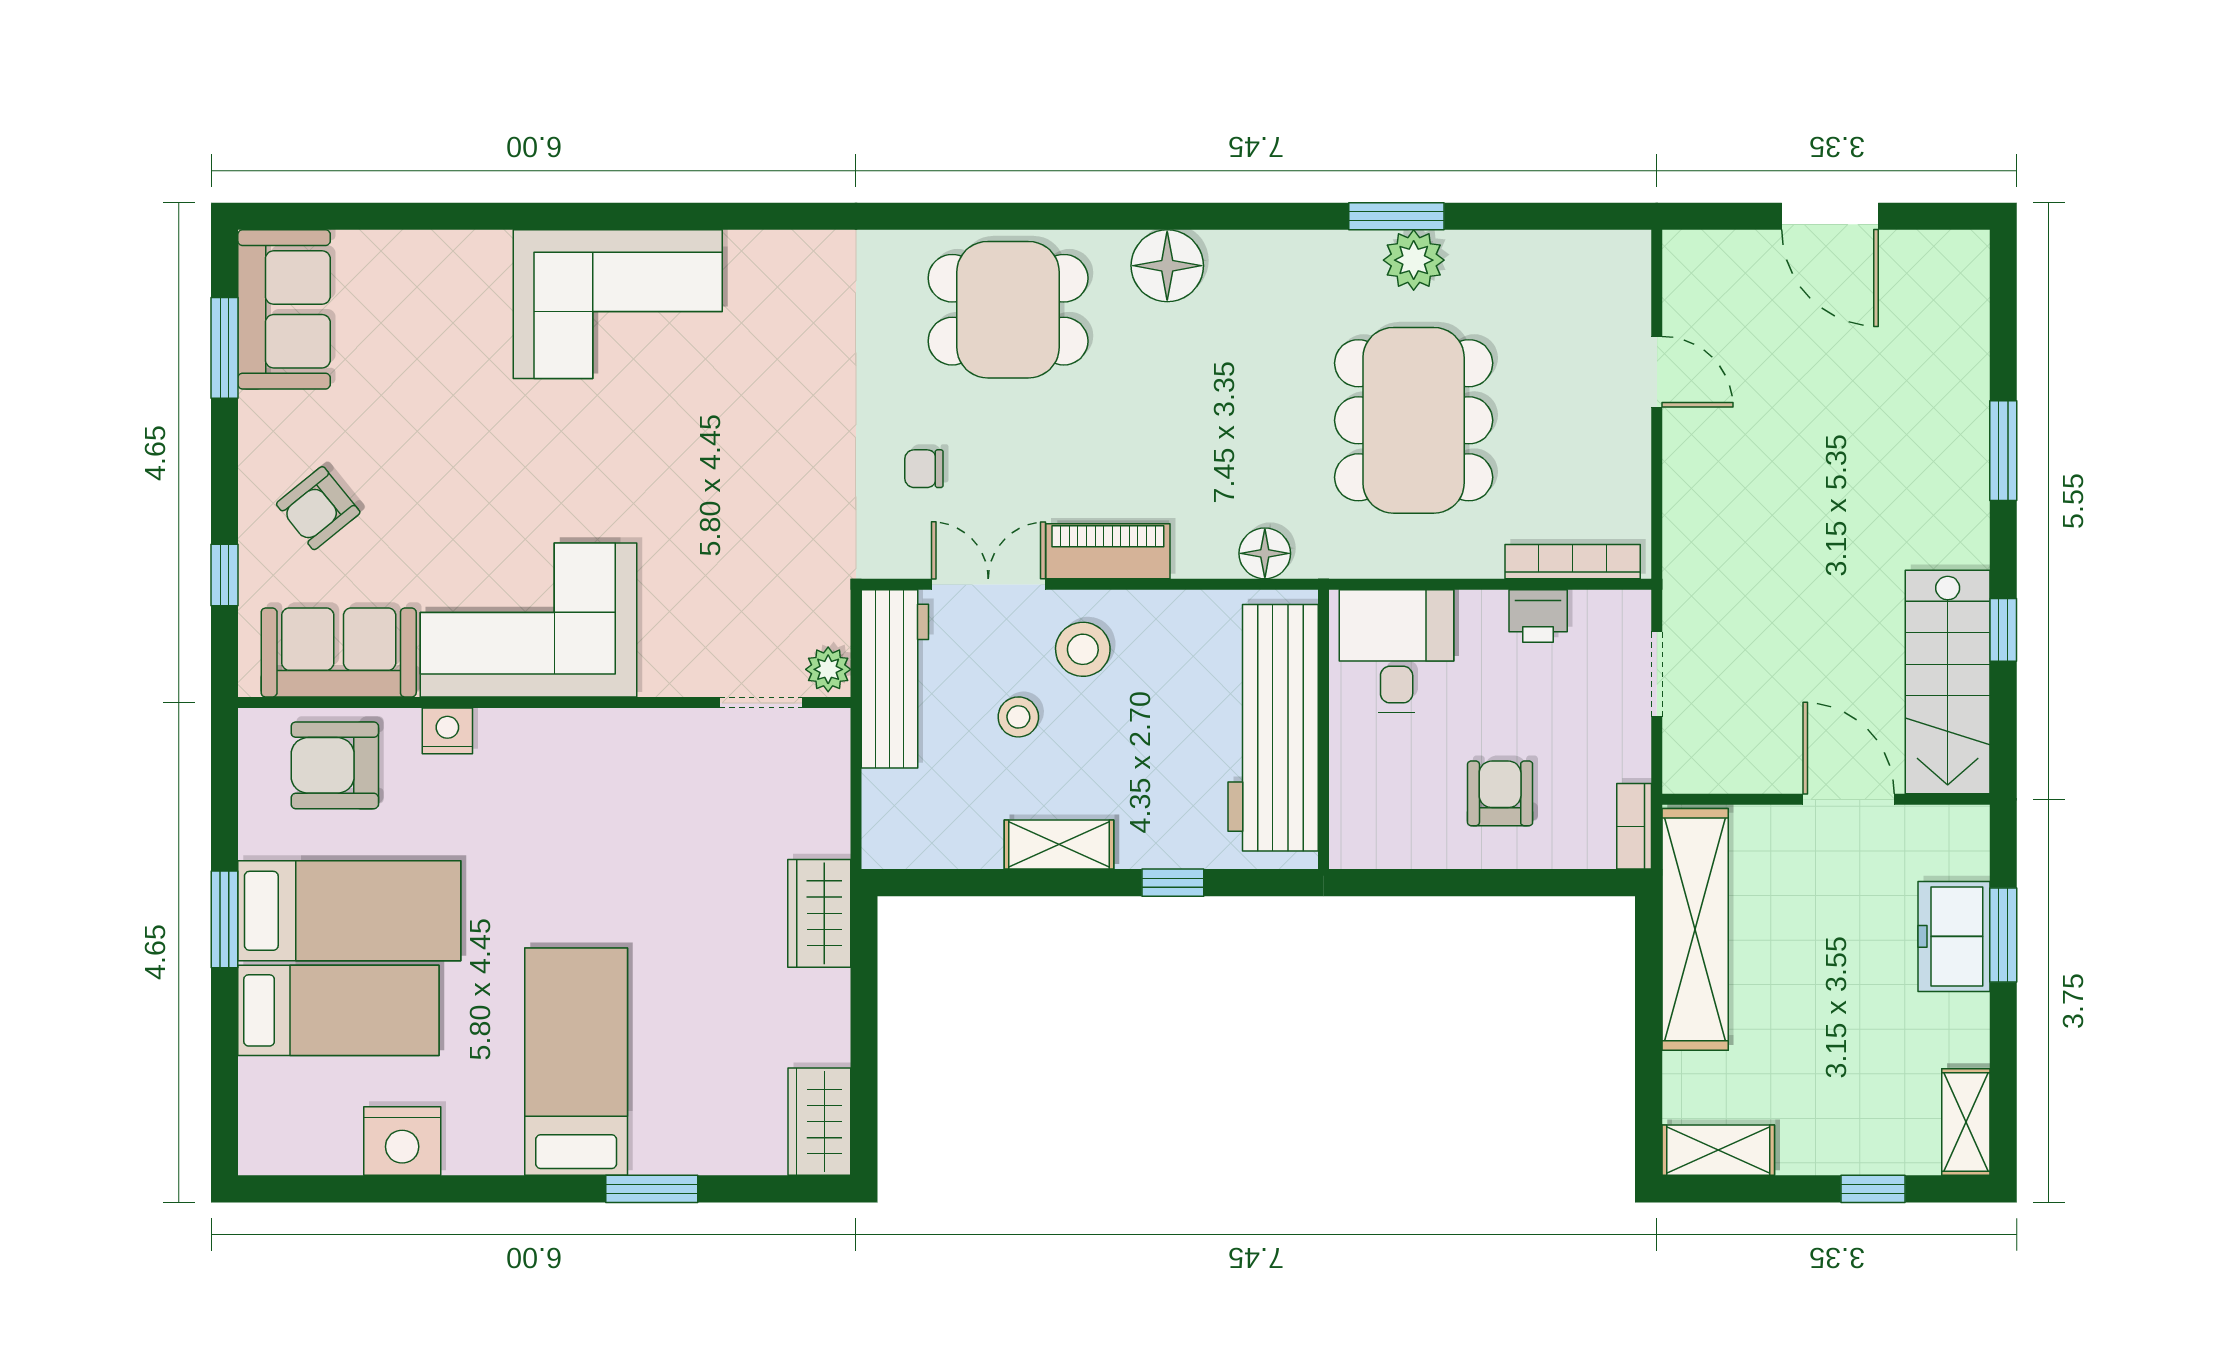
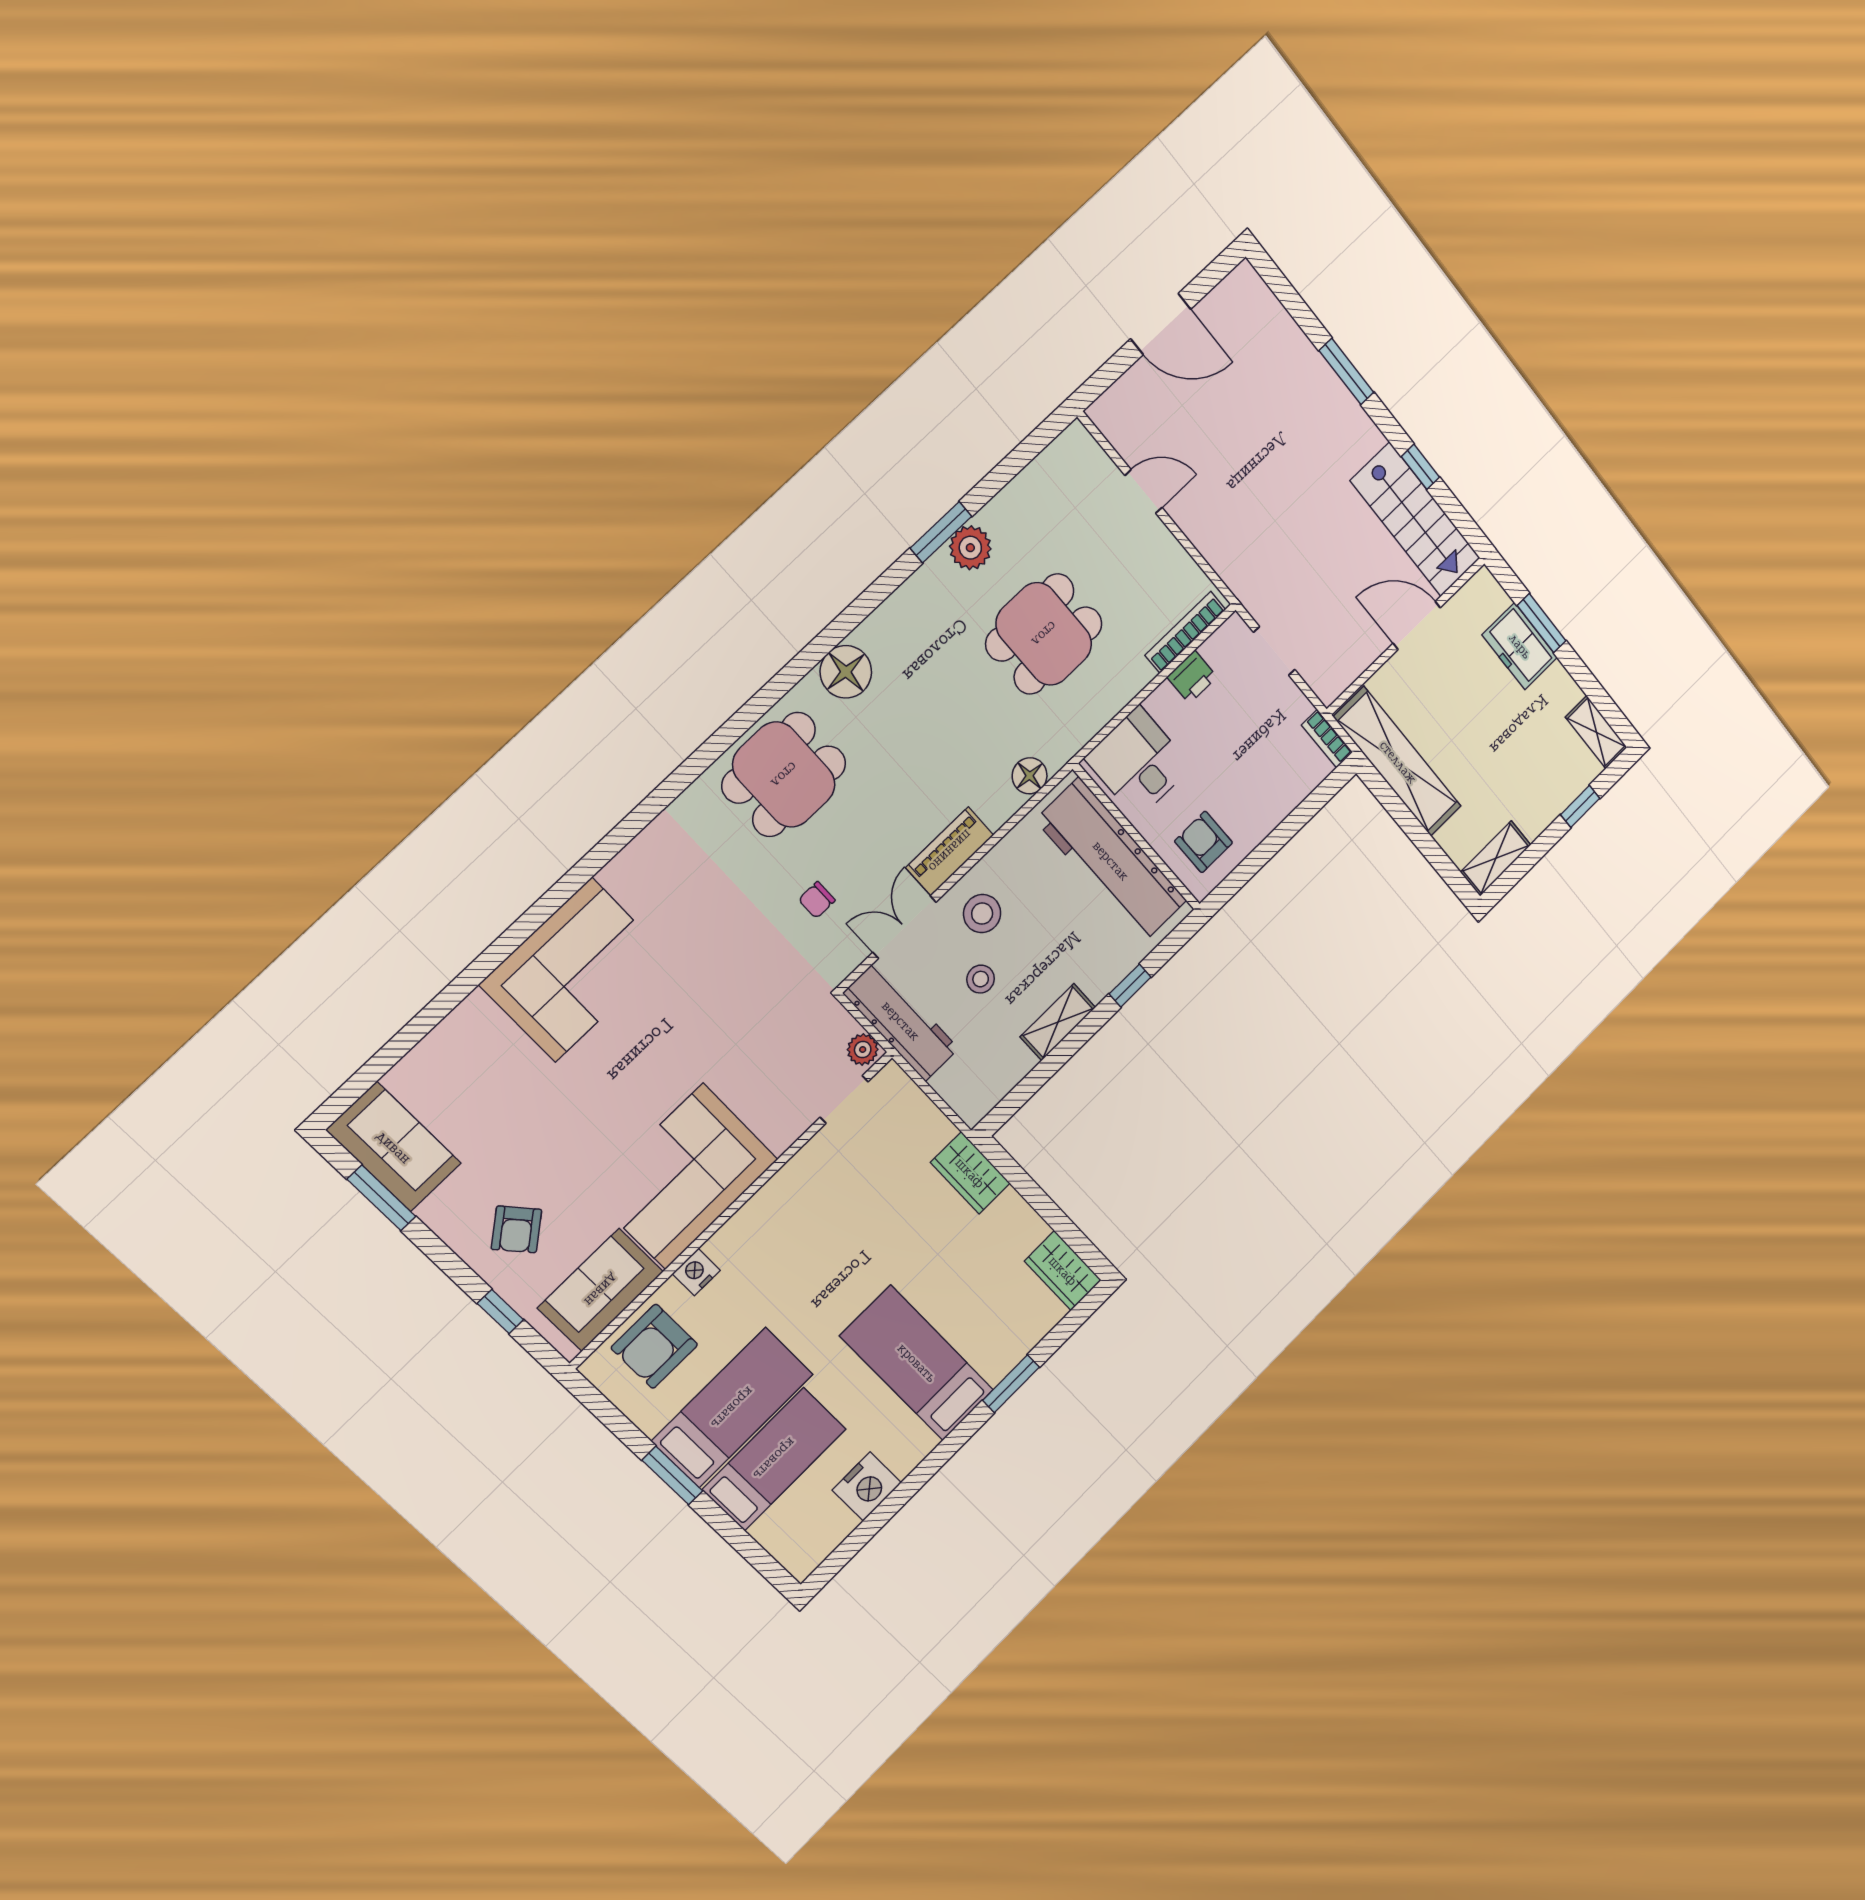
dining table: (1414, 420) -> (1044, 634), width x0.73
armchair: (1500, 793) -> (1204, 842), moved

